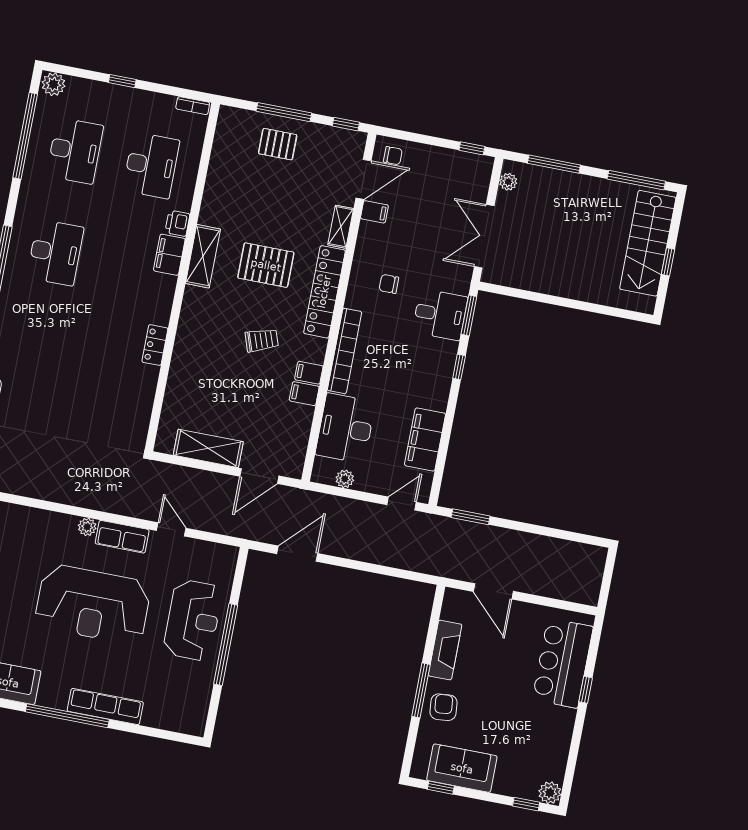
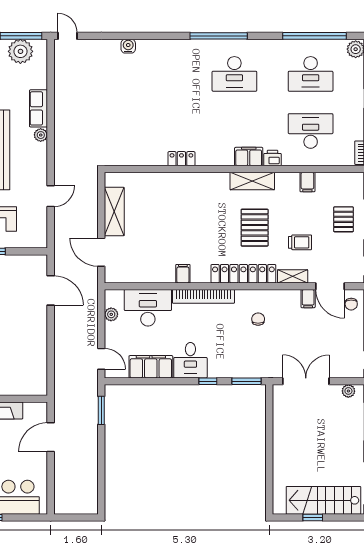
desk: (151, 165) -> (311, 131), turned 180
desk: (440, 314) -> (190, 360), moved
trolley: (262, 340) -> (300, 242), moved, turned -71
filing cabinet: (304, 394) -> (307, 182), moved, turned 180
row of seats: (122, 537) -> (39, 108), moved

